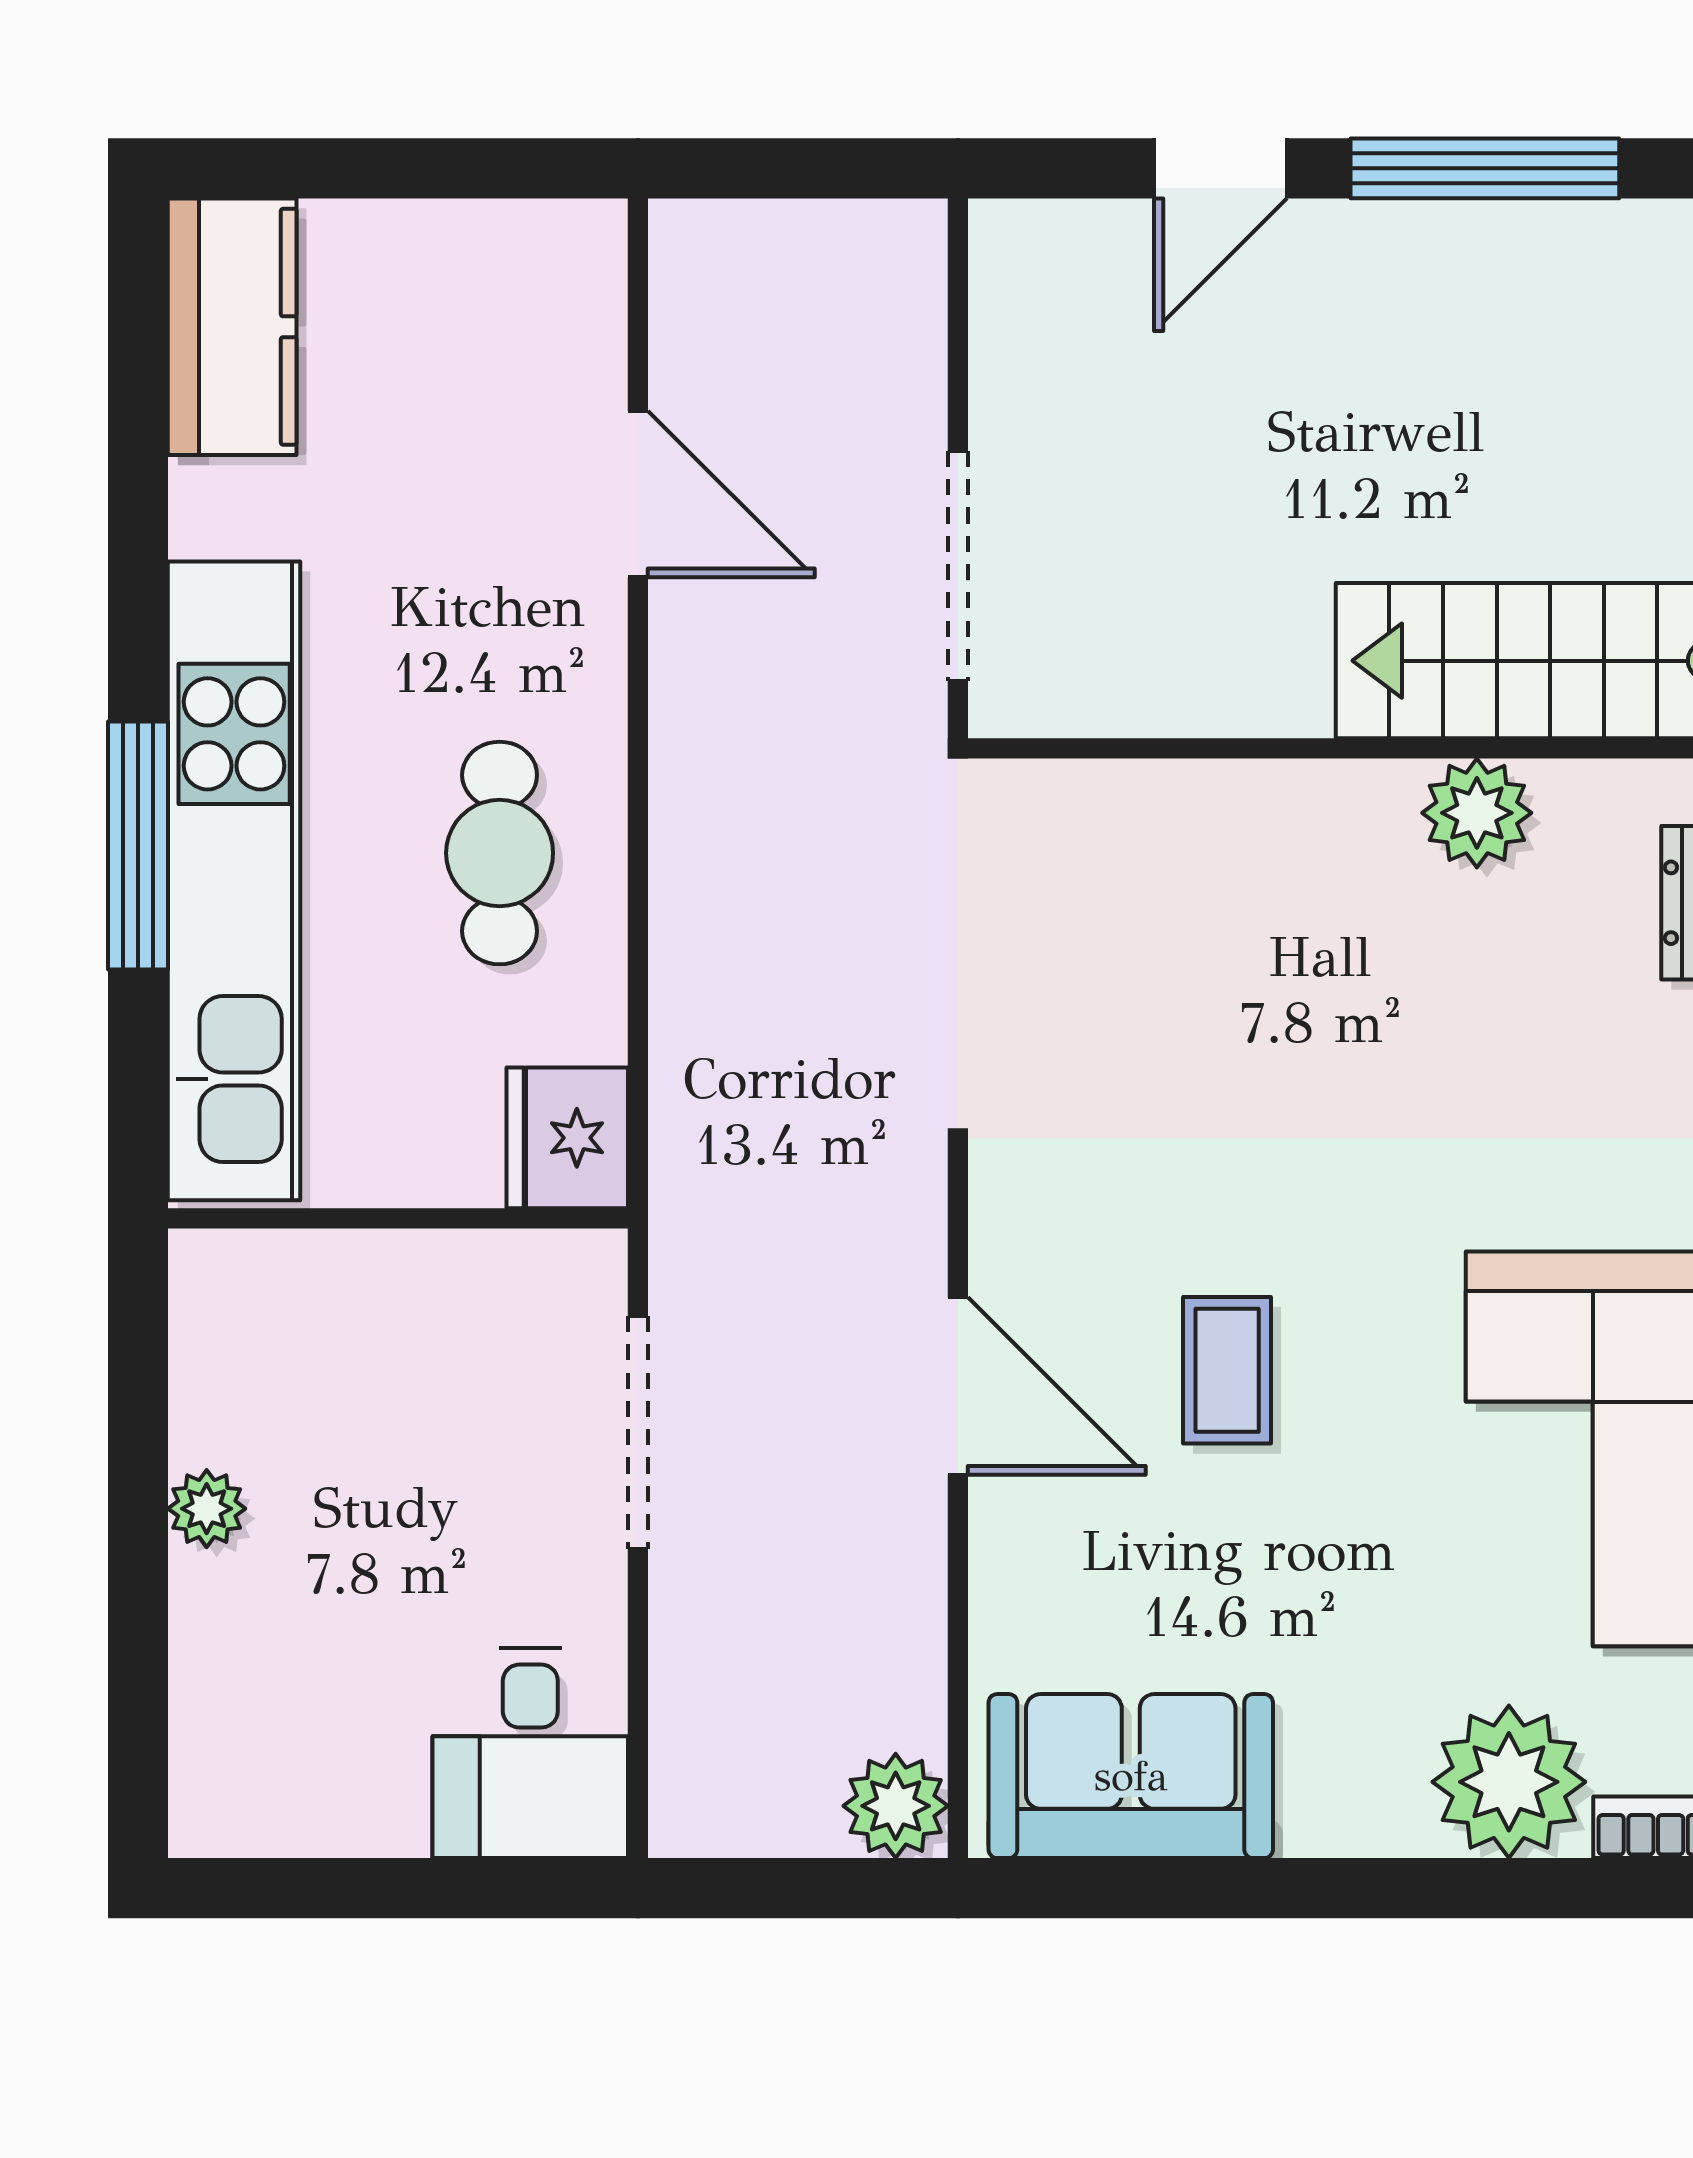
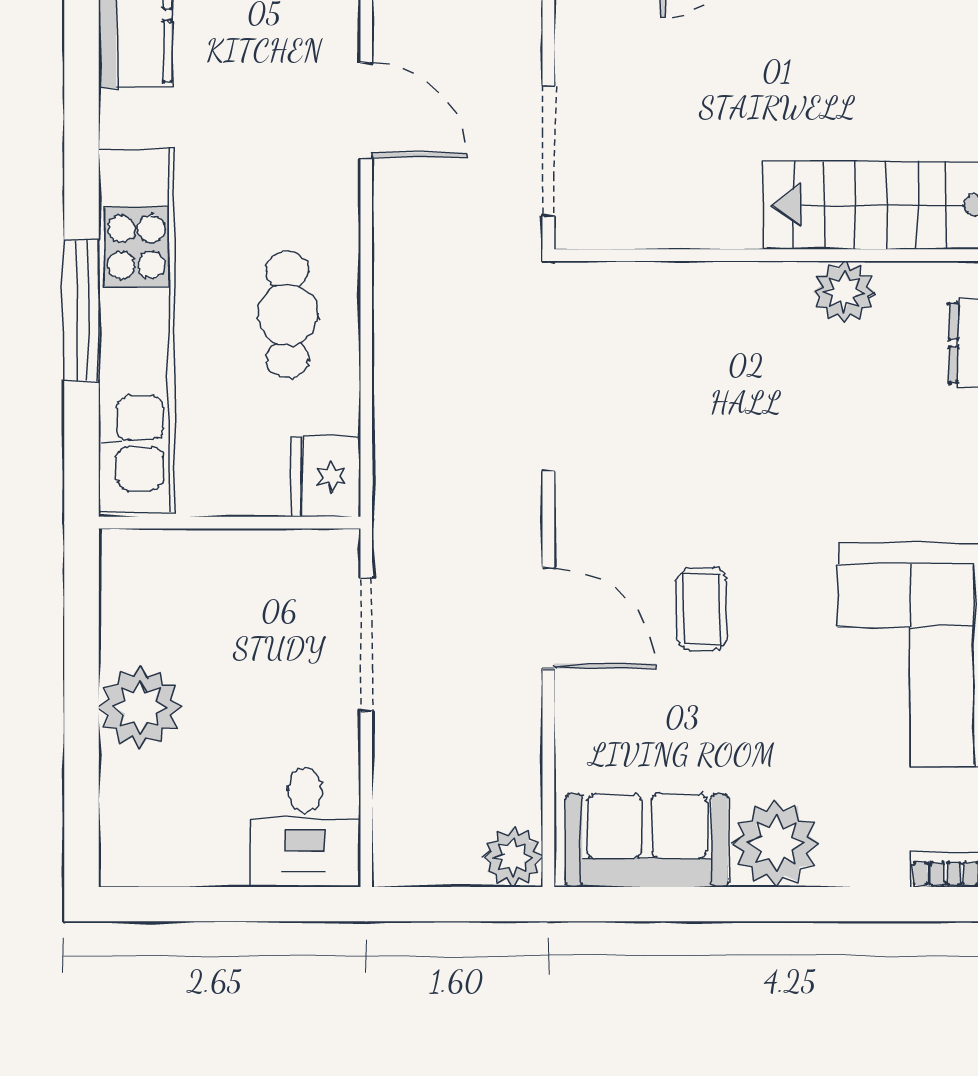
plant: (207, 1509) -> (140, 707), width x1.87, depth x1.87
plant: (1509, 1782) -> (776, 844), moved

